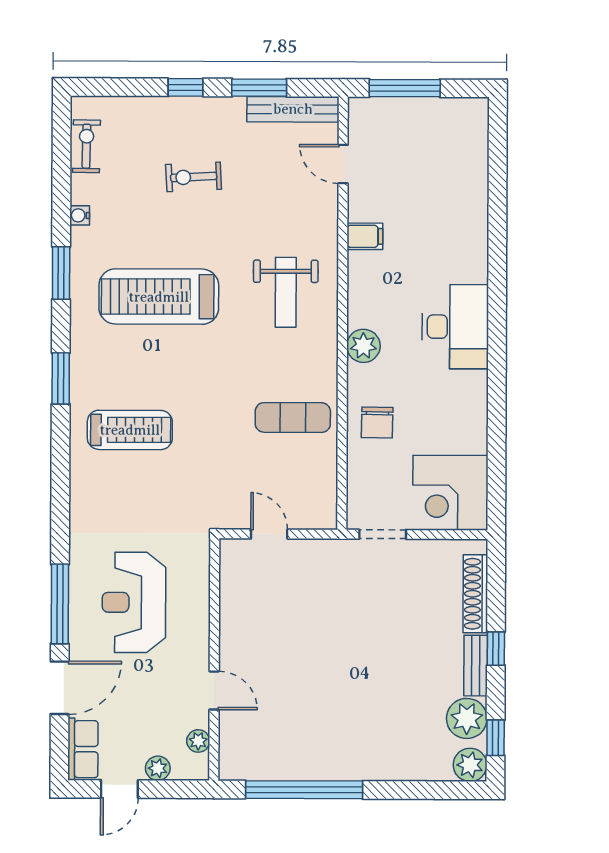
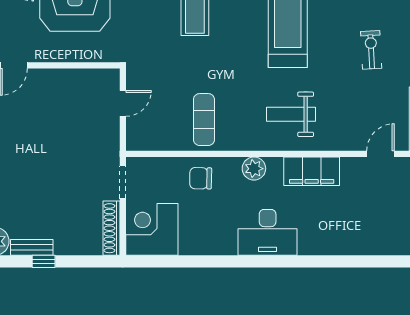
filing cabinet: (365, 236) -> (312, 171), width x3.00, depth x1.17
shoe rack: (475, 594) -> (111, 228), moved, turned -90

